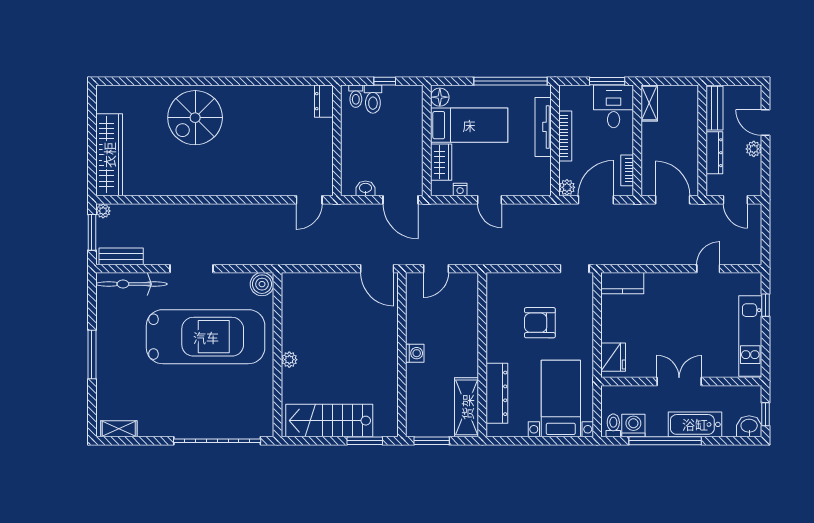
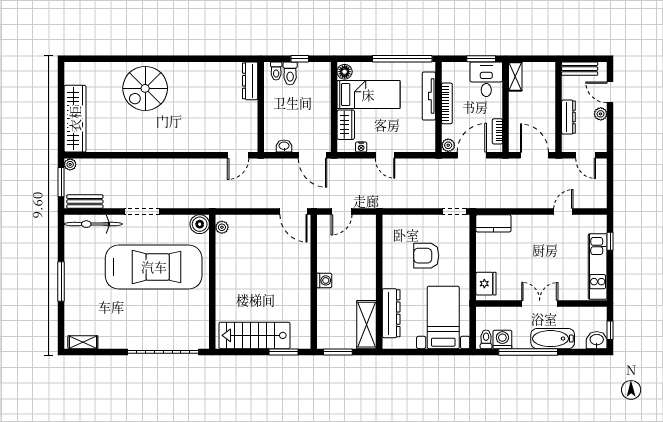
dresser: (324, 101) -> (250, 81), width x1.44
bench: (715, 108) -> (580, 69), moved, turned 90
plant: (289, 360) -> (222, 227), moved

